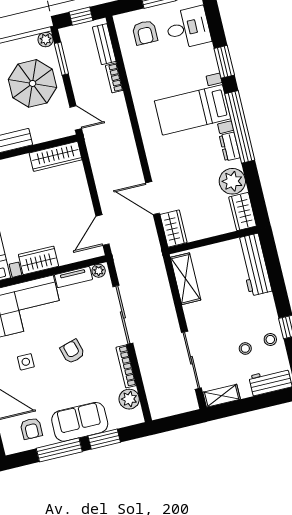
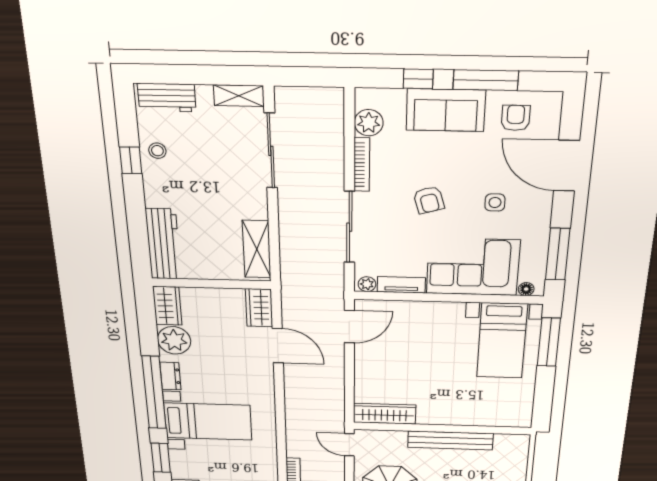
wardrobe: (38, 260) -> (440, 313), removed
stool: (245, 348) -> (194, 148), removed
window: (104, 439) -> (418, 79), width x0.67

